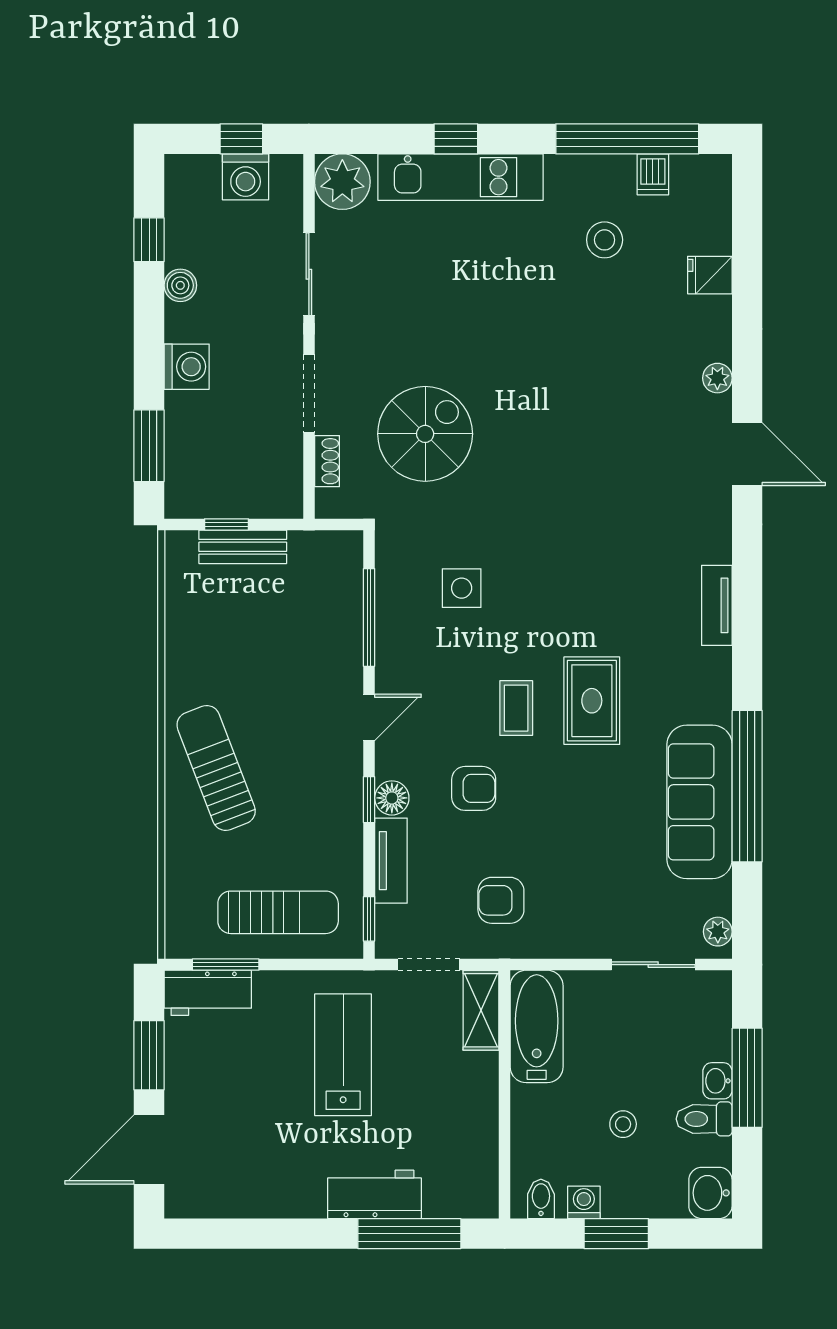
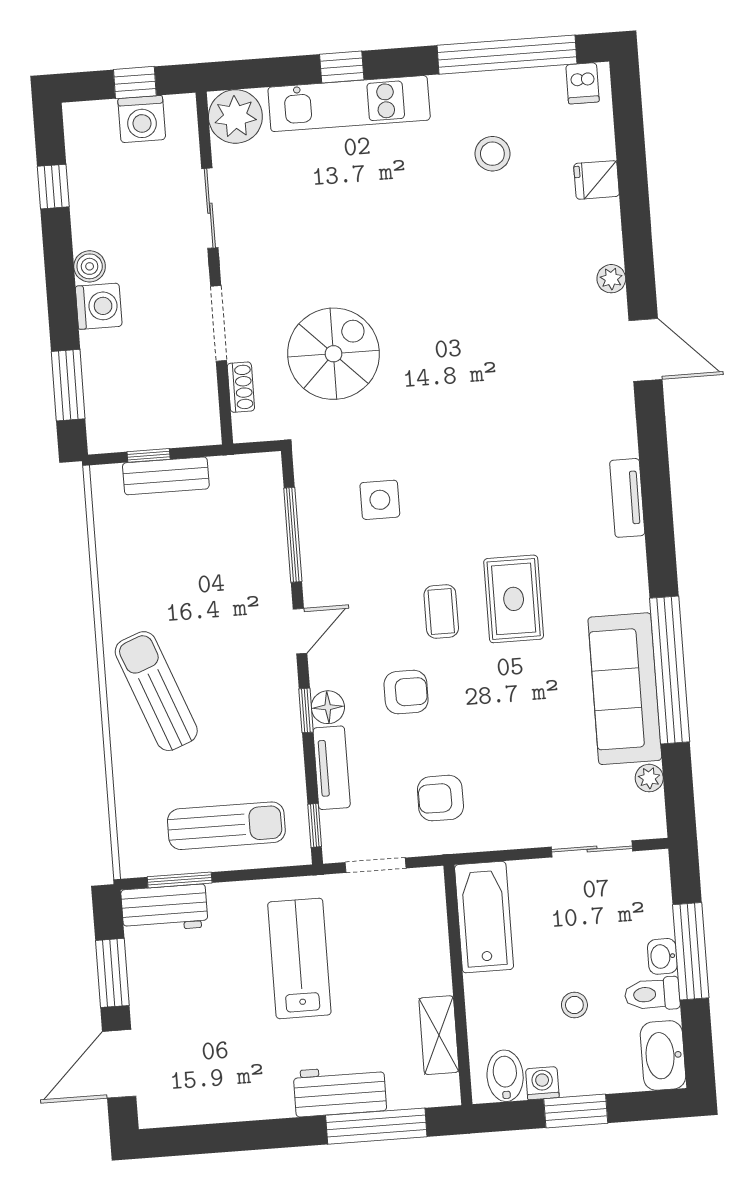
dishwasher: (653, 174) -> (582, 83), moved
boiler: (180, 285) -> (90, 266), moved
plant: (718, 932) -> (649, 778), moved
shelving: (481, 1010) -> (439, 1035), moved
washbasin: (710, 1193) -> (663, 1055), width x1.38
bidet: (541, 1199) -> (505, 1076), width x1.38, depth x1.36

